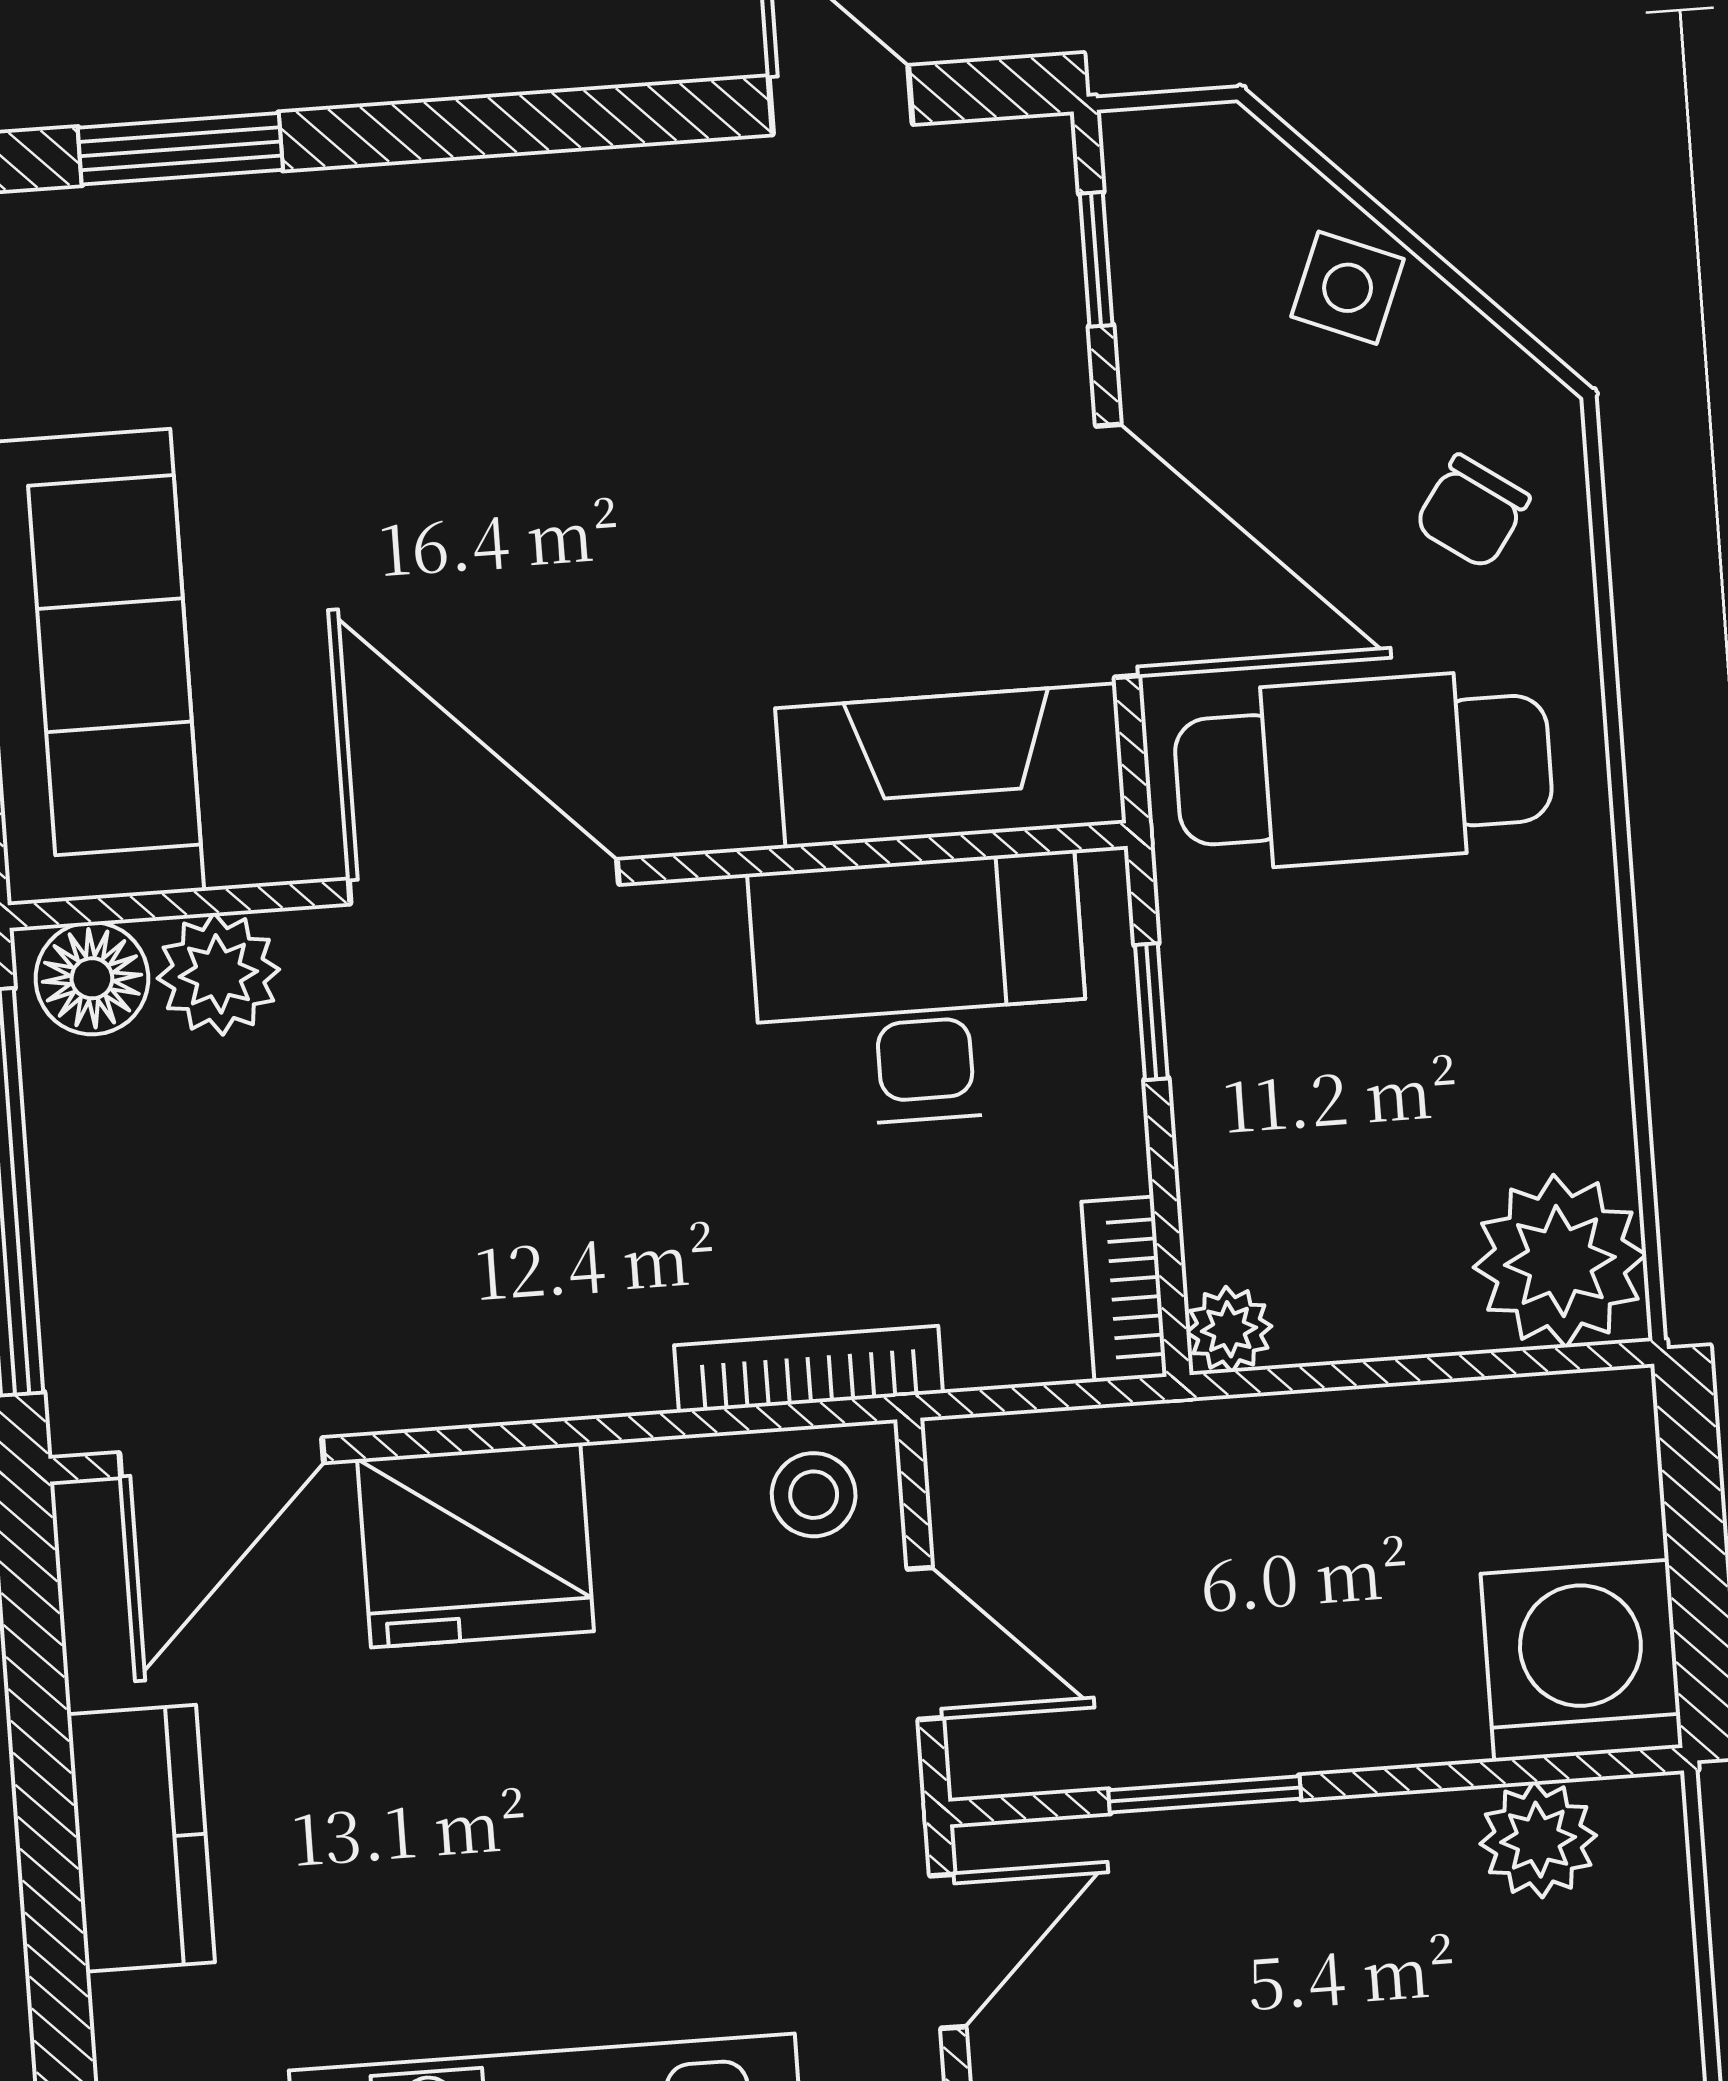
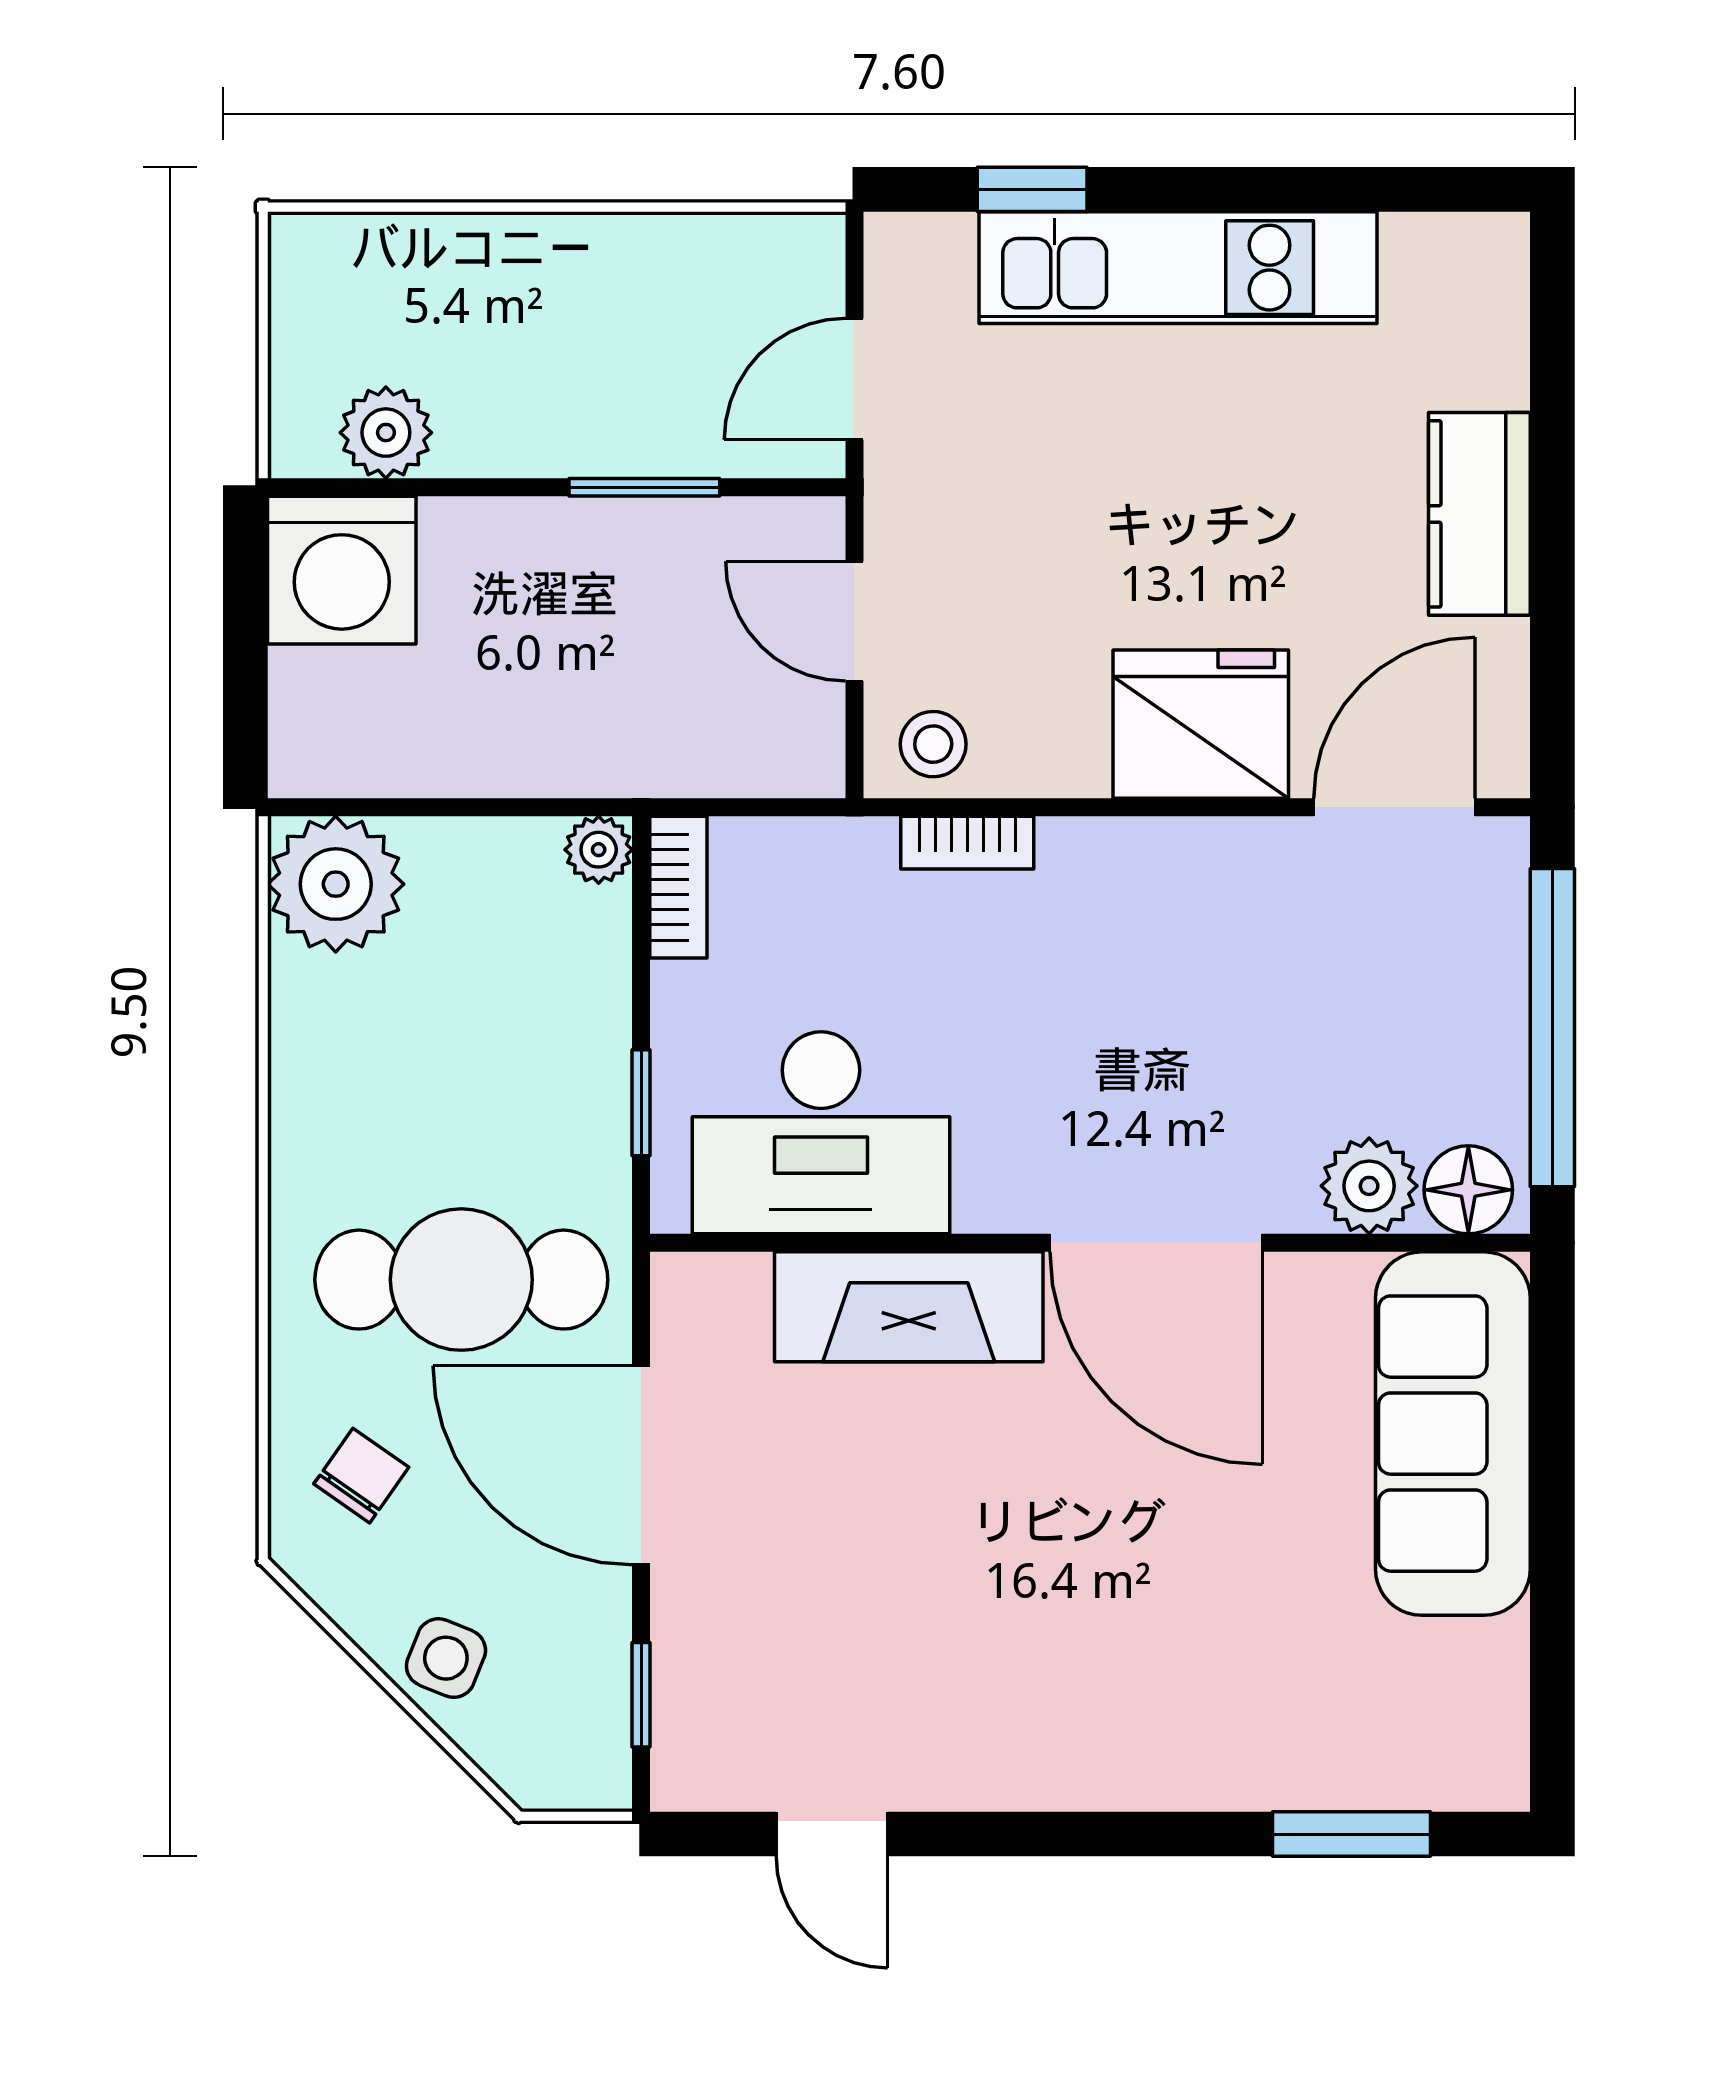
fireplace: (951, 766) -> (909, 1307), moved
bookcase: (809, 1369) -> (967, 843), width x0.64

